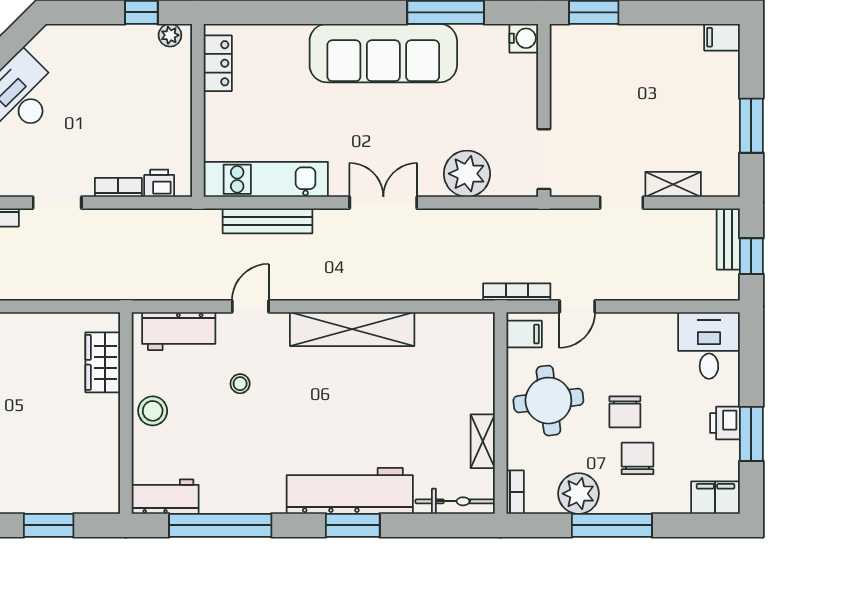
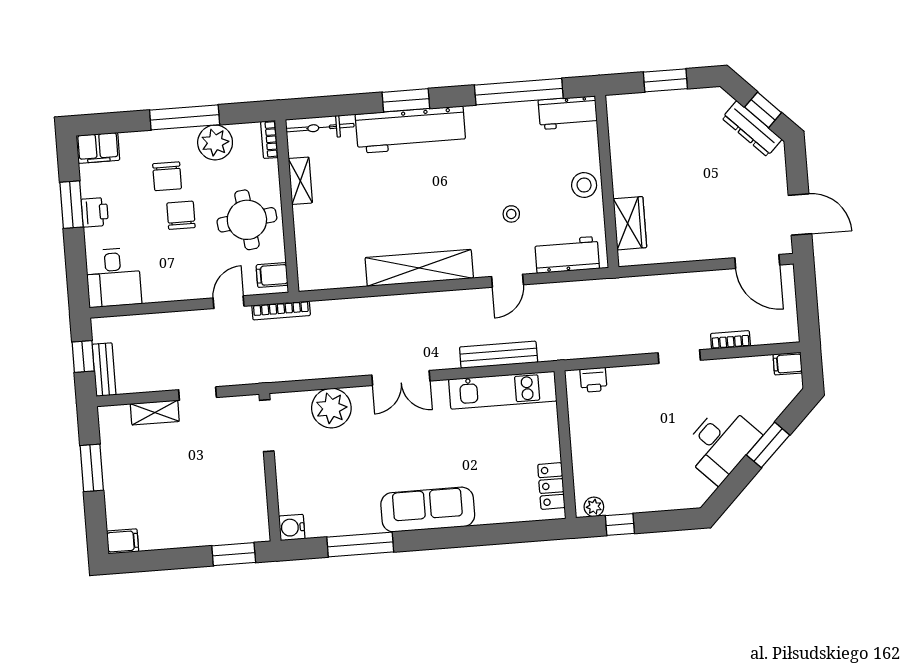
sofa: (383, 53) -> (428, 510), width x0.74, depth x0.79
bookcase: (118, 187) -> (628, 374), removed

